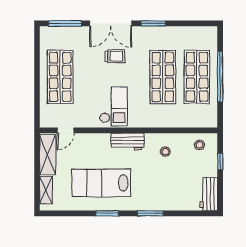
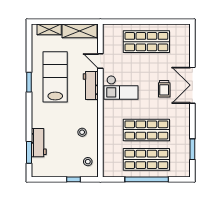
window: (65, 23) -> (192, 46), removed
window: (153, 23) -> (192, 149), moved
door: (66, 130) -> (100, 61), moved
workbench: (128, 142) -> (91, 86), moved
workbench: (209, 194) -> (39, 143), moved, turned 90
window: (150, 213) -> (29, 152), moved

